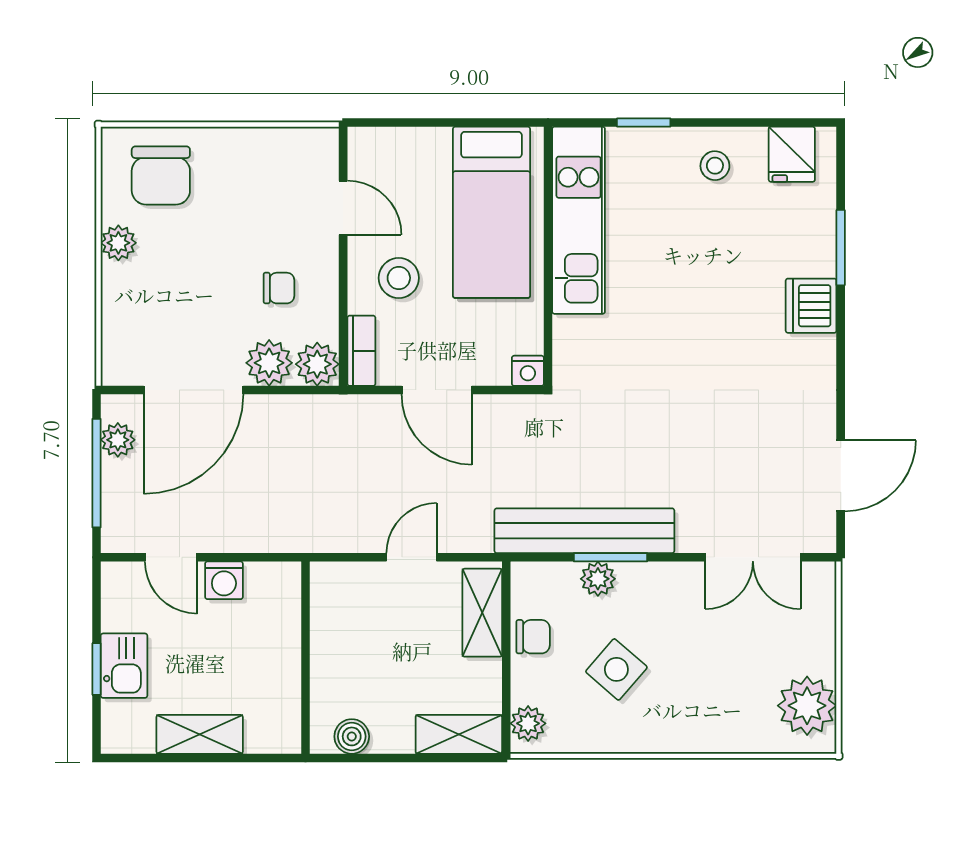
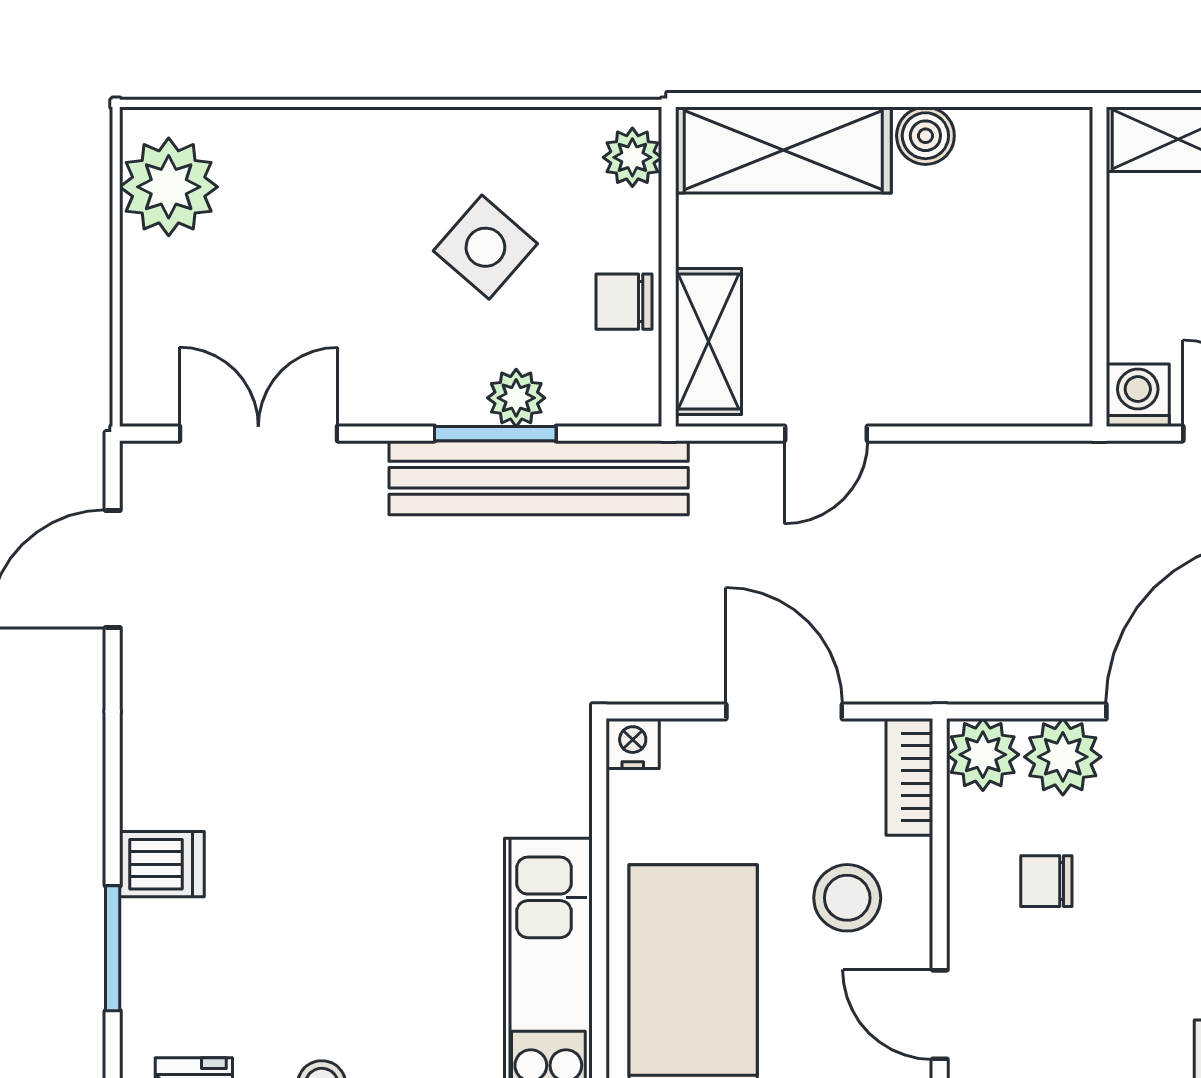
dishwasher: (811, 306) -> (162, 864), width x0.73
wall: (306, 658) -> (1100, 267), moved
shelving: (459, 734) -> (783, 150), width x1.50, depth x1.33

